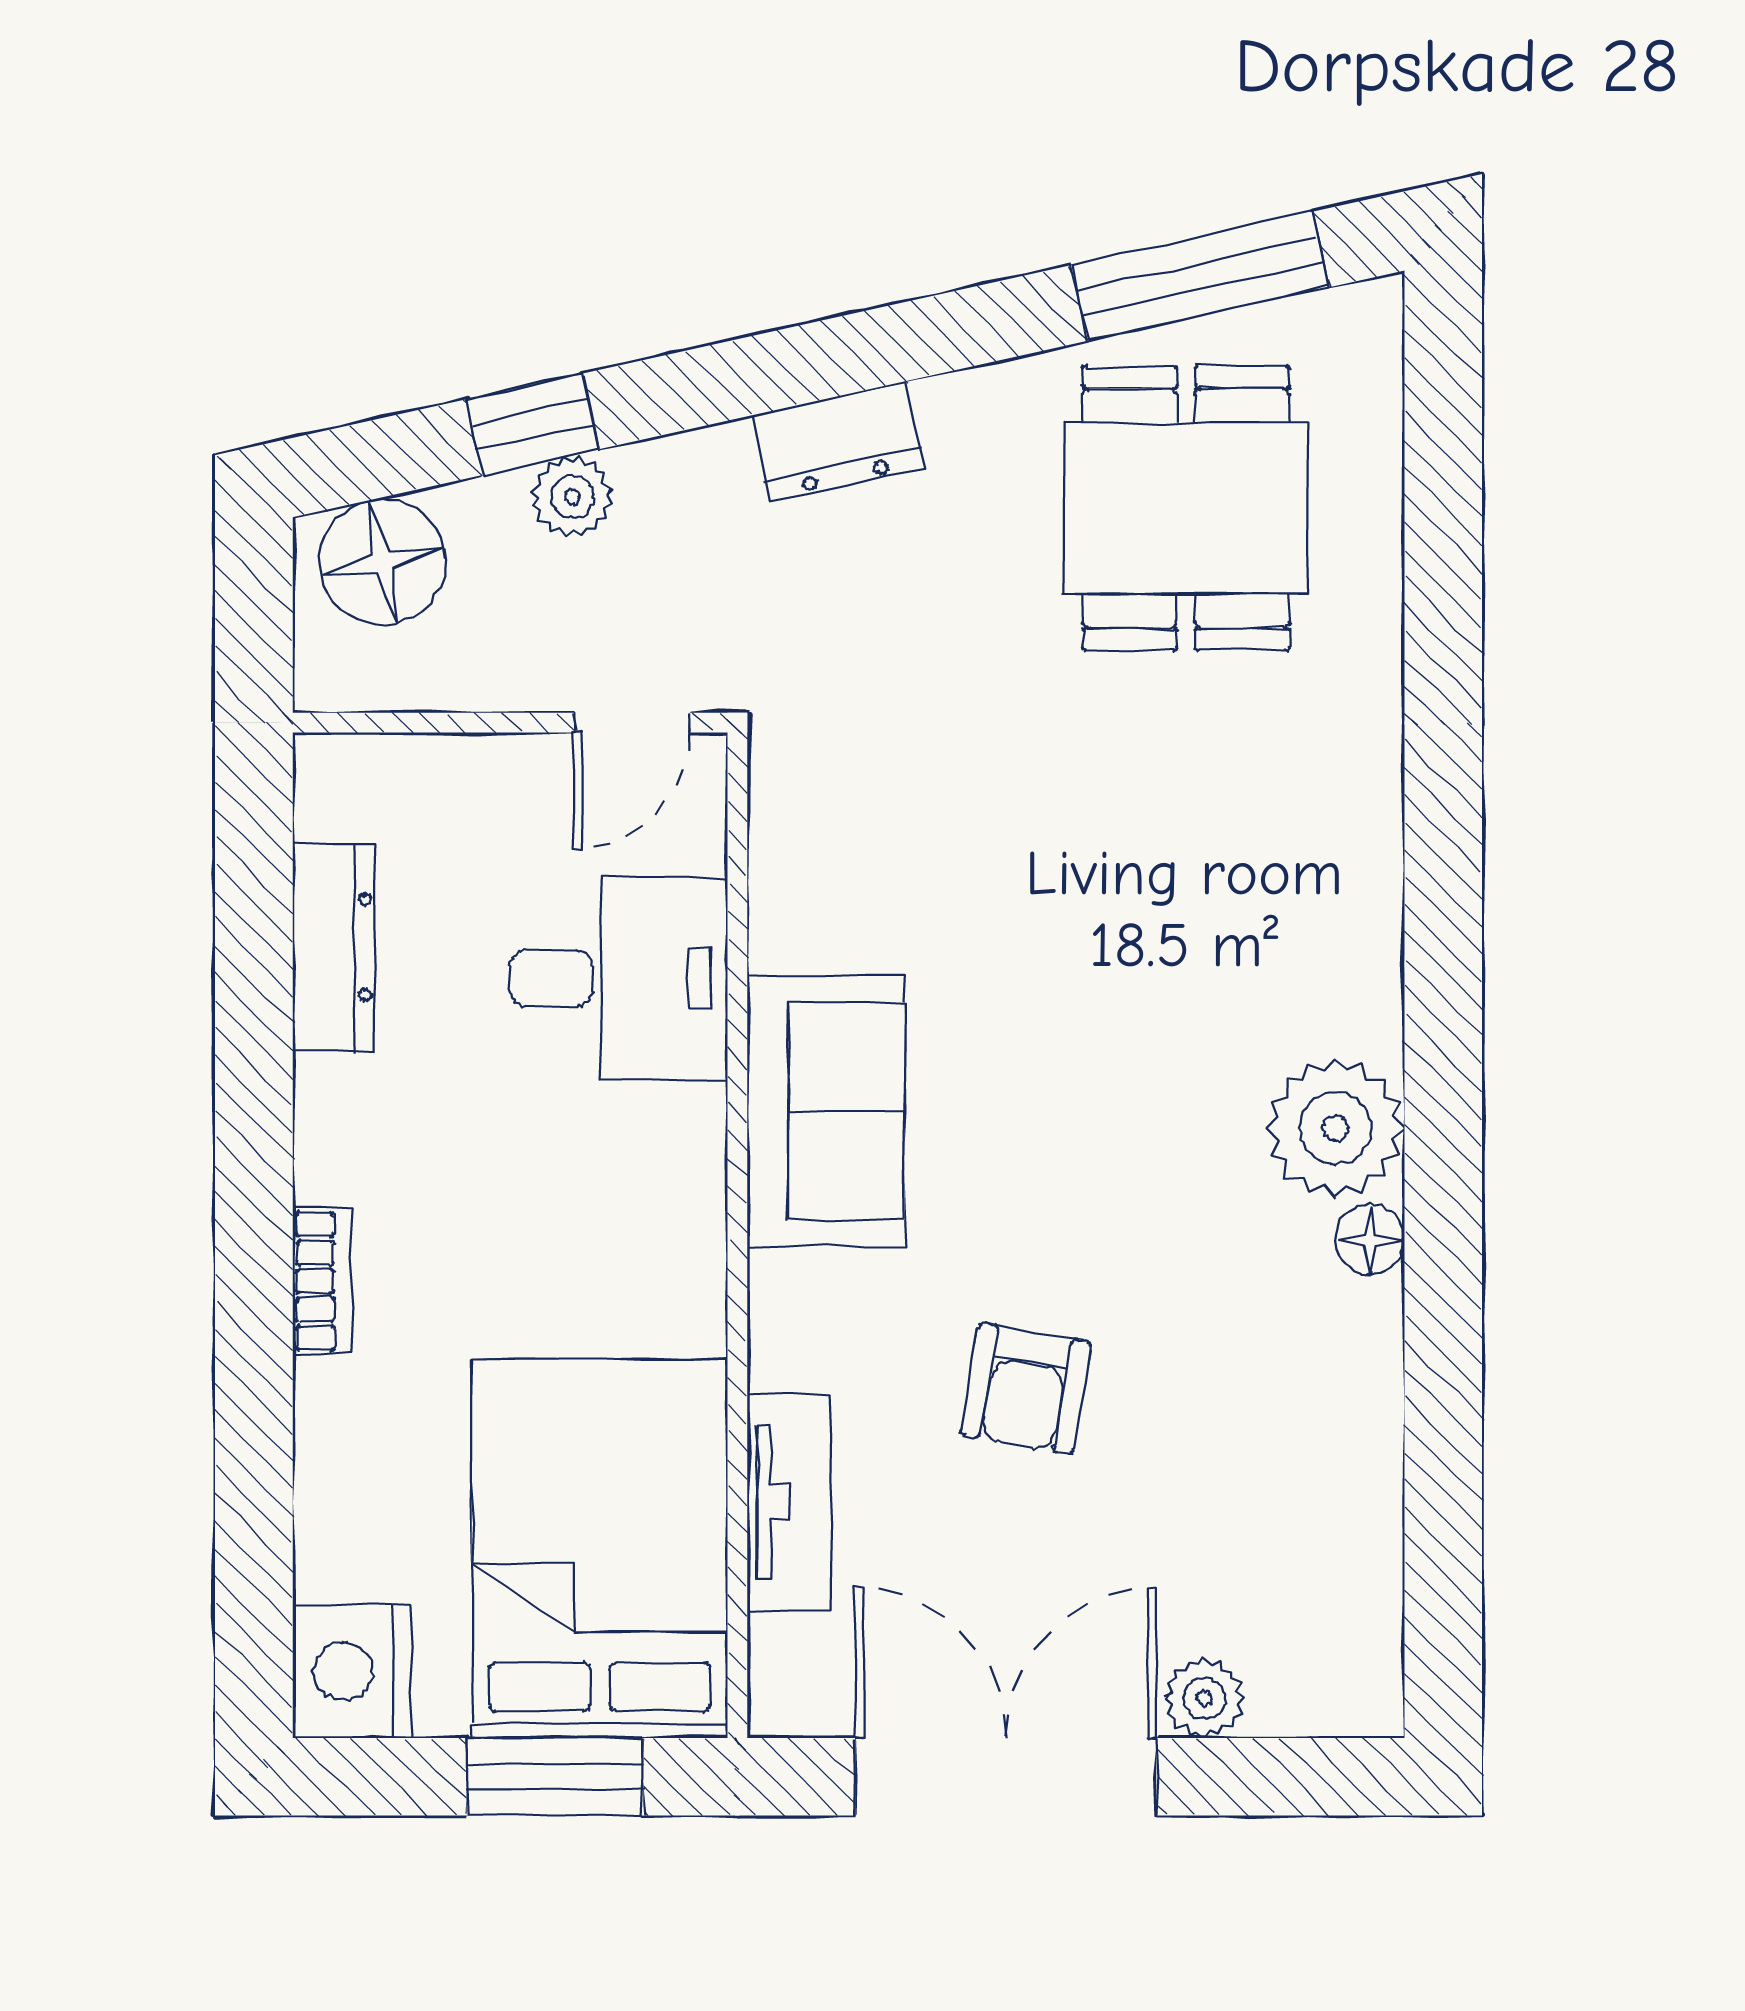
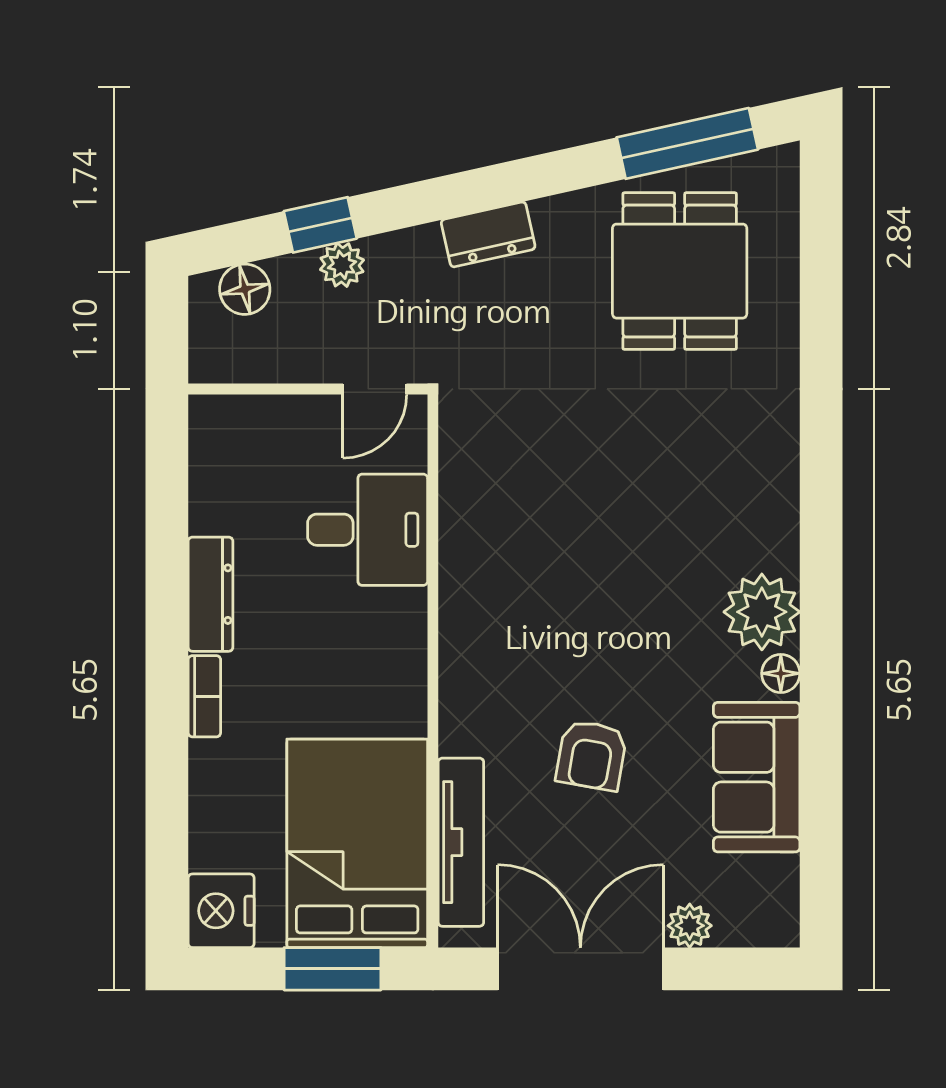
floor lamp: (382, 562) -> (245, 289), width x0.73, depth x0.73
dresser: (333, 947) -> (210, 594), moved
sofa: (826, 1111) -> (757, 777), moved, turned 180
tv unit: (788, 1502) -> (461, 842), width x1.41

